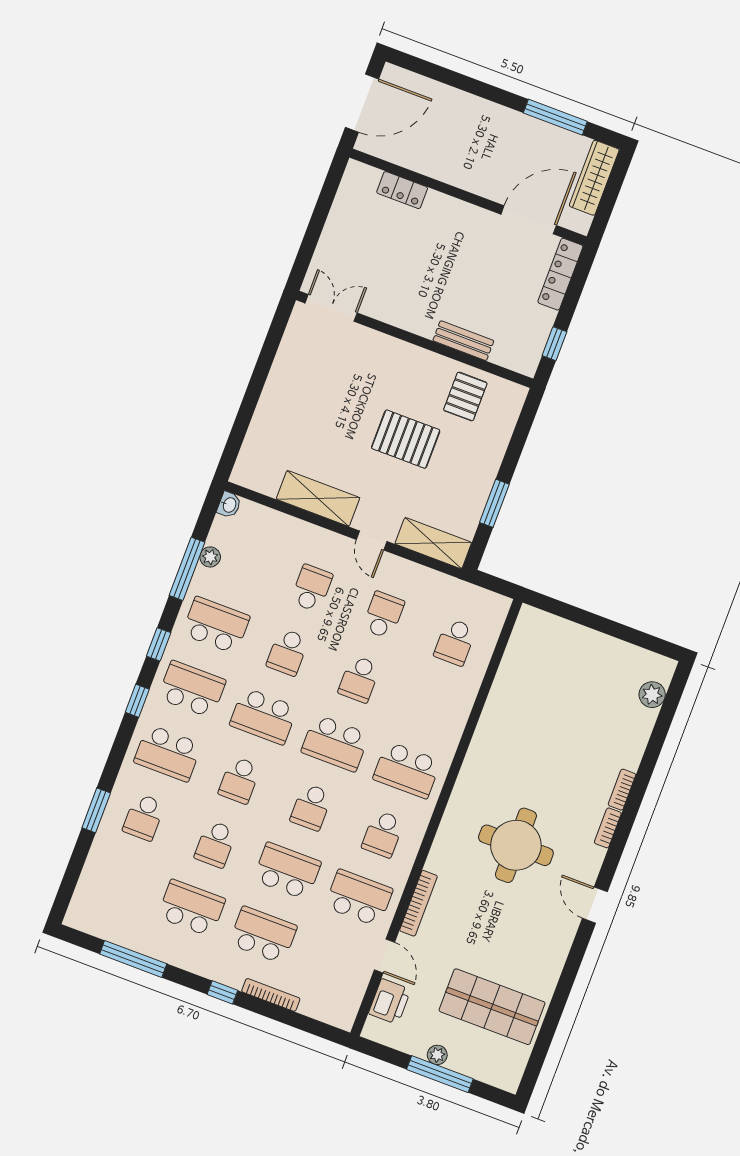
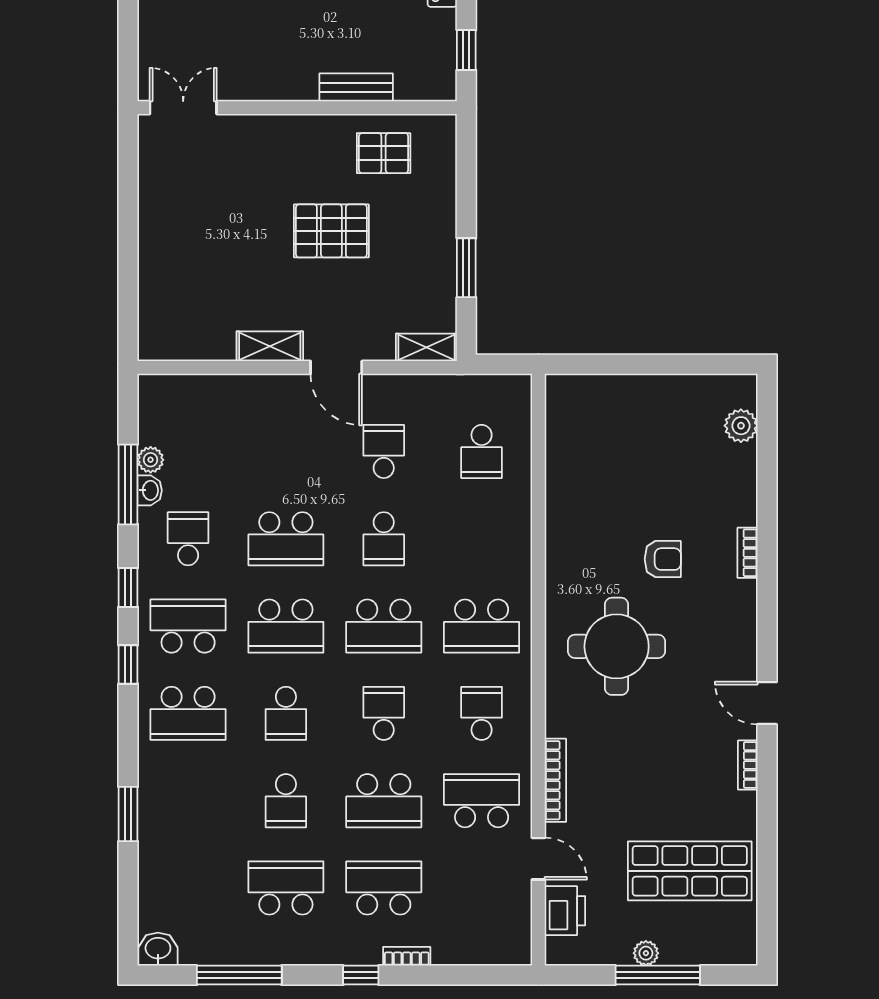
pallet: (465, 396) -> (384, 153), turned 90
shelving: (318, 498) -> (270, 346), width x0.67, depth x0.75
washbasin: (229, 505) -> (150, 490), moved
door: (372, 540) -> (336, 367), width x1.38
shelving: (433, 543) -> (426, 347), width x0.67, depth x0.75
school desk: (312, 588) -> (286, 451), removed
school desk: (216, 625) -> (188, 539), width x0.54
school desk: (288, 652) -> (286, 539), width x1.85
armchair: (558, 771) -> (663, 559), added
school desk: (311, 807) -> (384, 713), turned 180
school desk: (144, 817) -> (188, 801), removed
bookcase: (608, 828) -> (748, 765), moved
school desk: (383, 834) -> (482, 713), turned 180
round table: (516, 845) -> (617, 646), moved
school desk: (287, 871) -> (384, 801), turned 180
washbasin: (81, 918) -> (158, 949), added
bookcase: (271, 995) -> (407, 956), width x0.64

